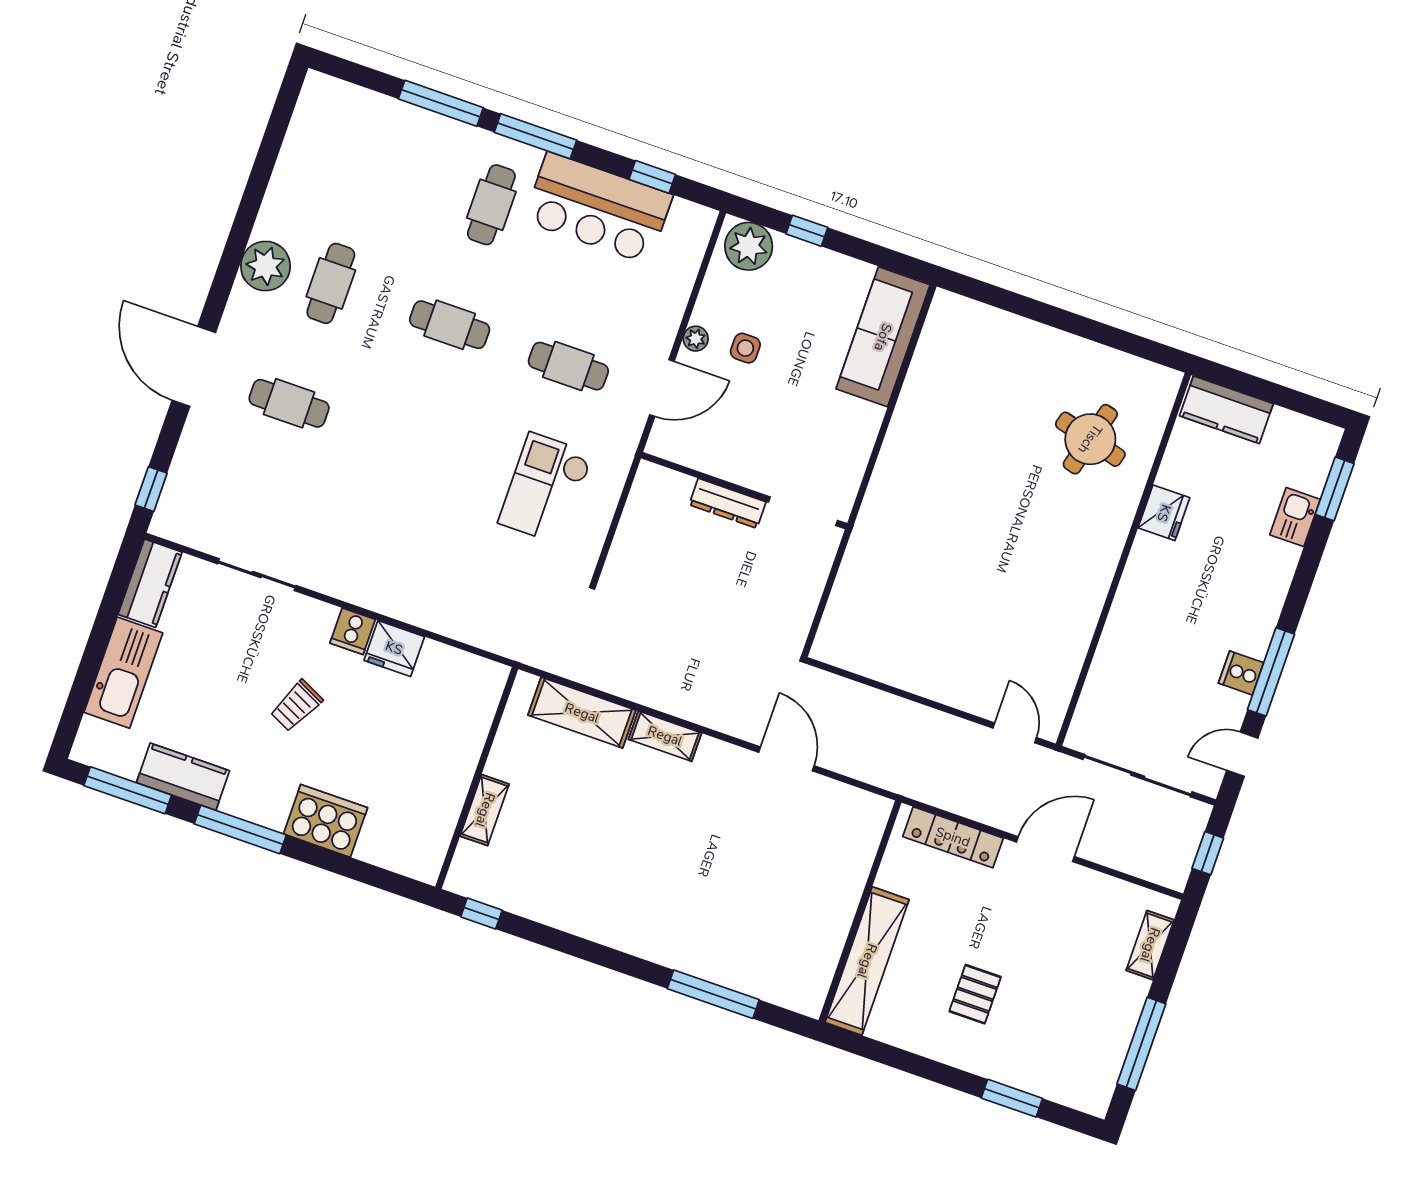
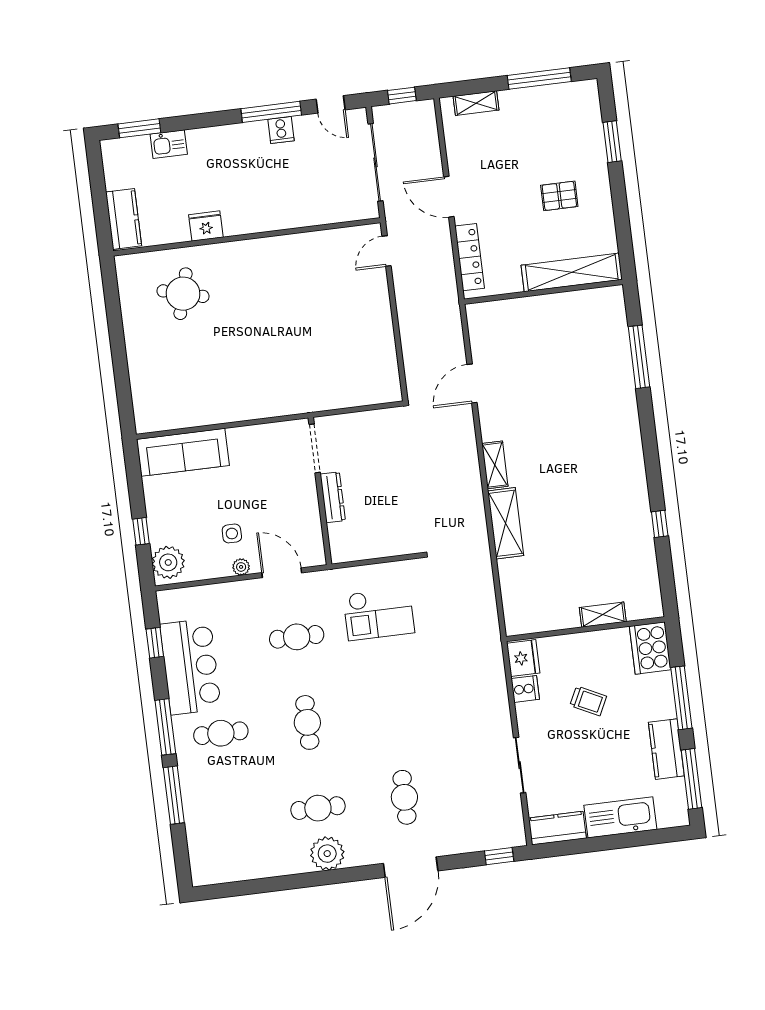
cafe table: (568, 366) -> (297, 637), turned 90
wall: (477, 778) -> (585, 629), moved
shelving: (485, 810) -> (603, 615), moved

